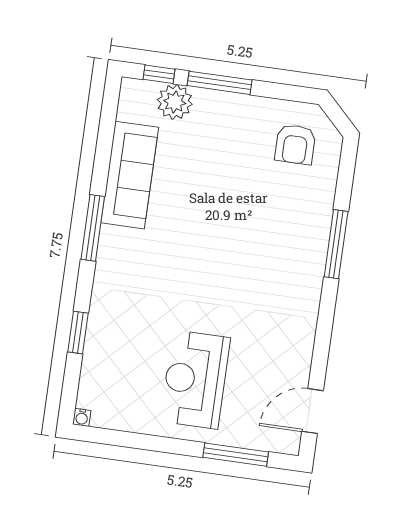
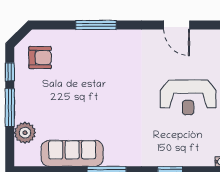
window: (159, 74) -> (10, 72), moved
door: (313, 411) -> (177, 25), moved

